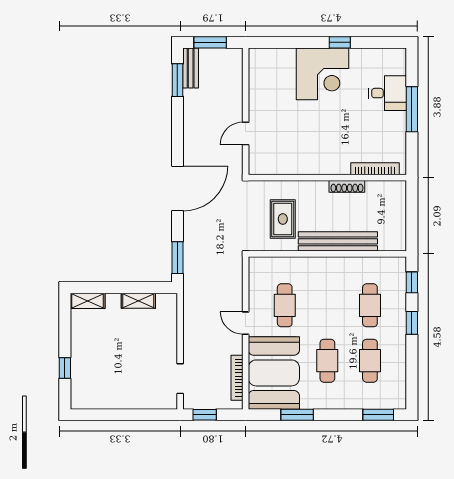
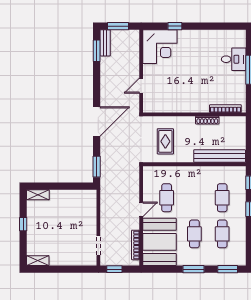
window: (340, 42) -> (175, 26), moved
corner desk: (322, 74) -> (160, 47), moved
bench: (338, 241) -> (220, 156), moved
shelving: (138, 301) -> (38, 261), moved
door: (246, 323) -> (141, 209), swing flipped
window: (65, 368) -> (23, 224), moved
window: (297, 415) -> (194, 269), moved

